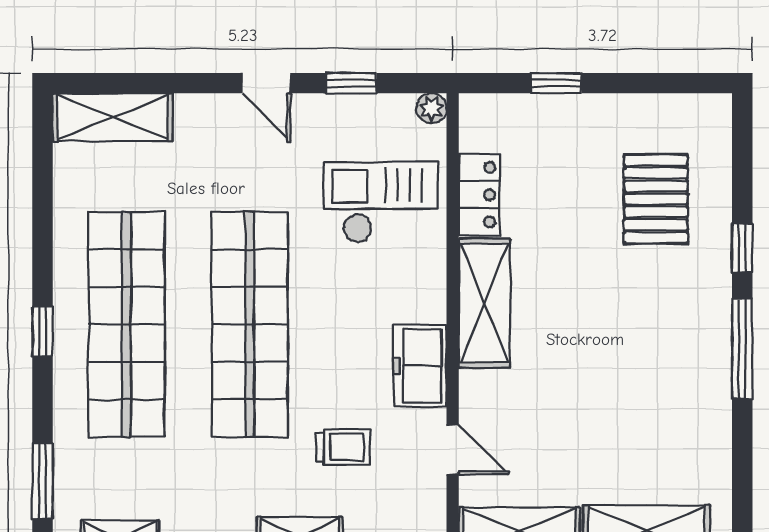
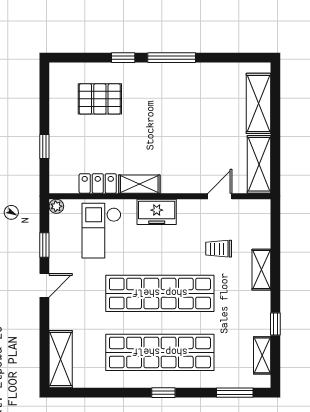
shelving: (484, 303) -> (139, 184), width x0.67, depth x0.75
freezer: (420, 366) -> (157, 212), moved
trolley: (343, 447) -> (219, 249), turned -90

